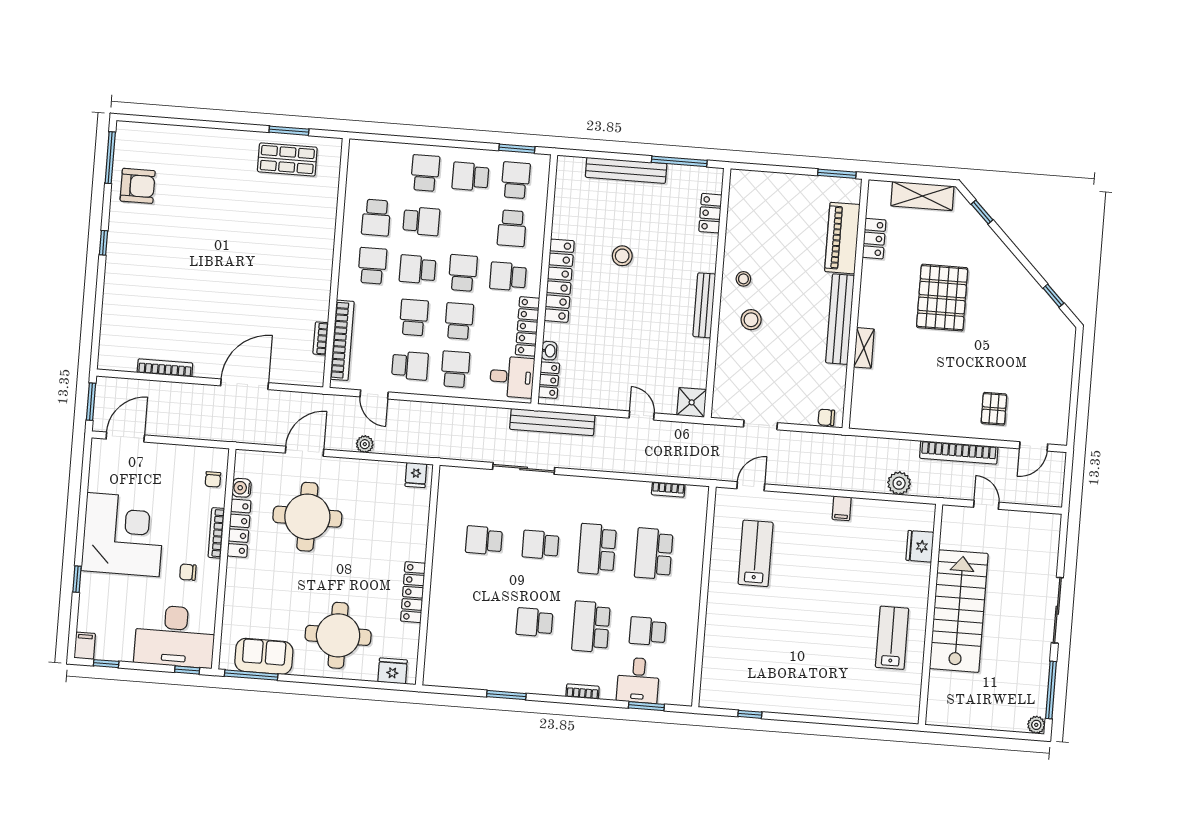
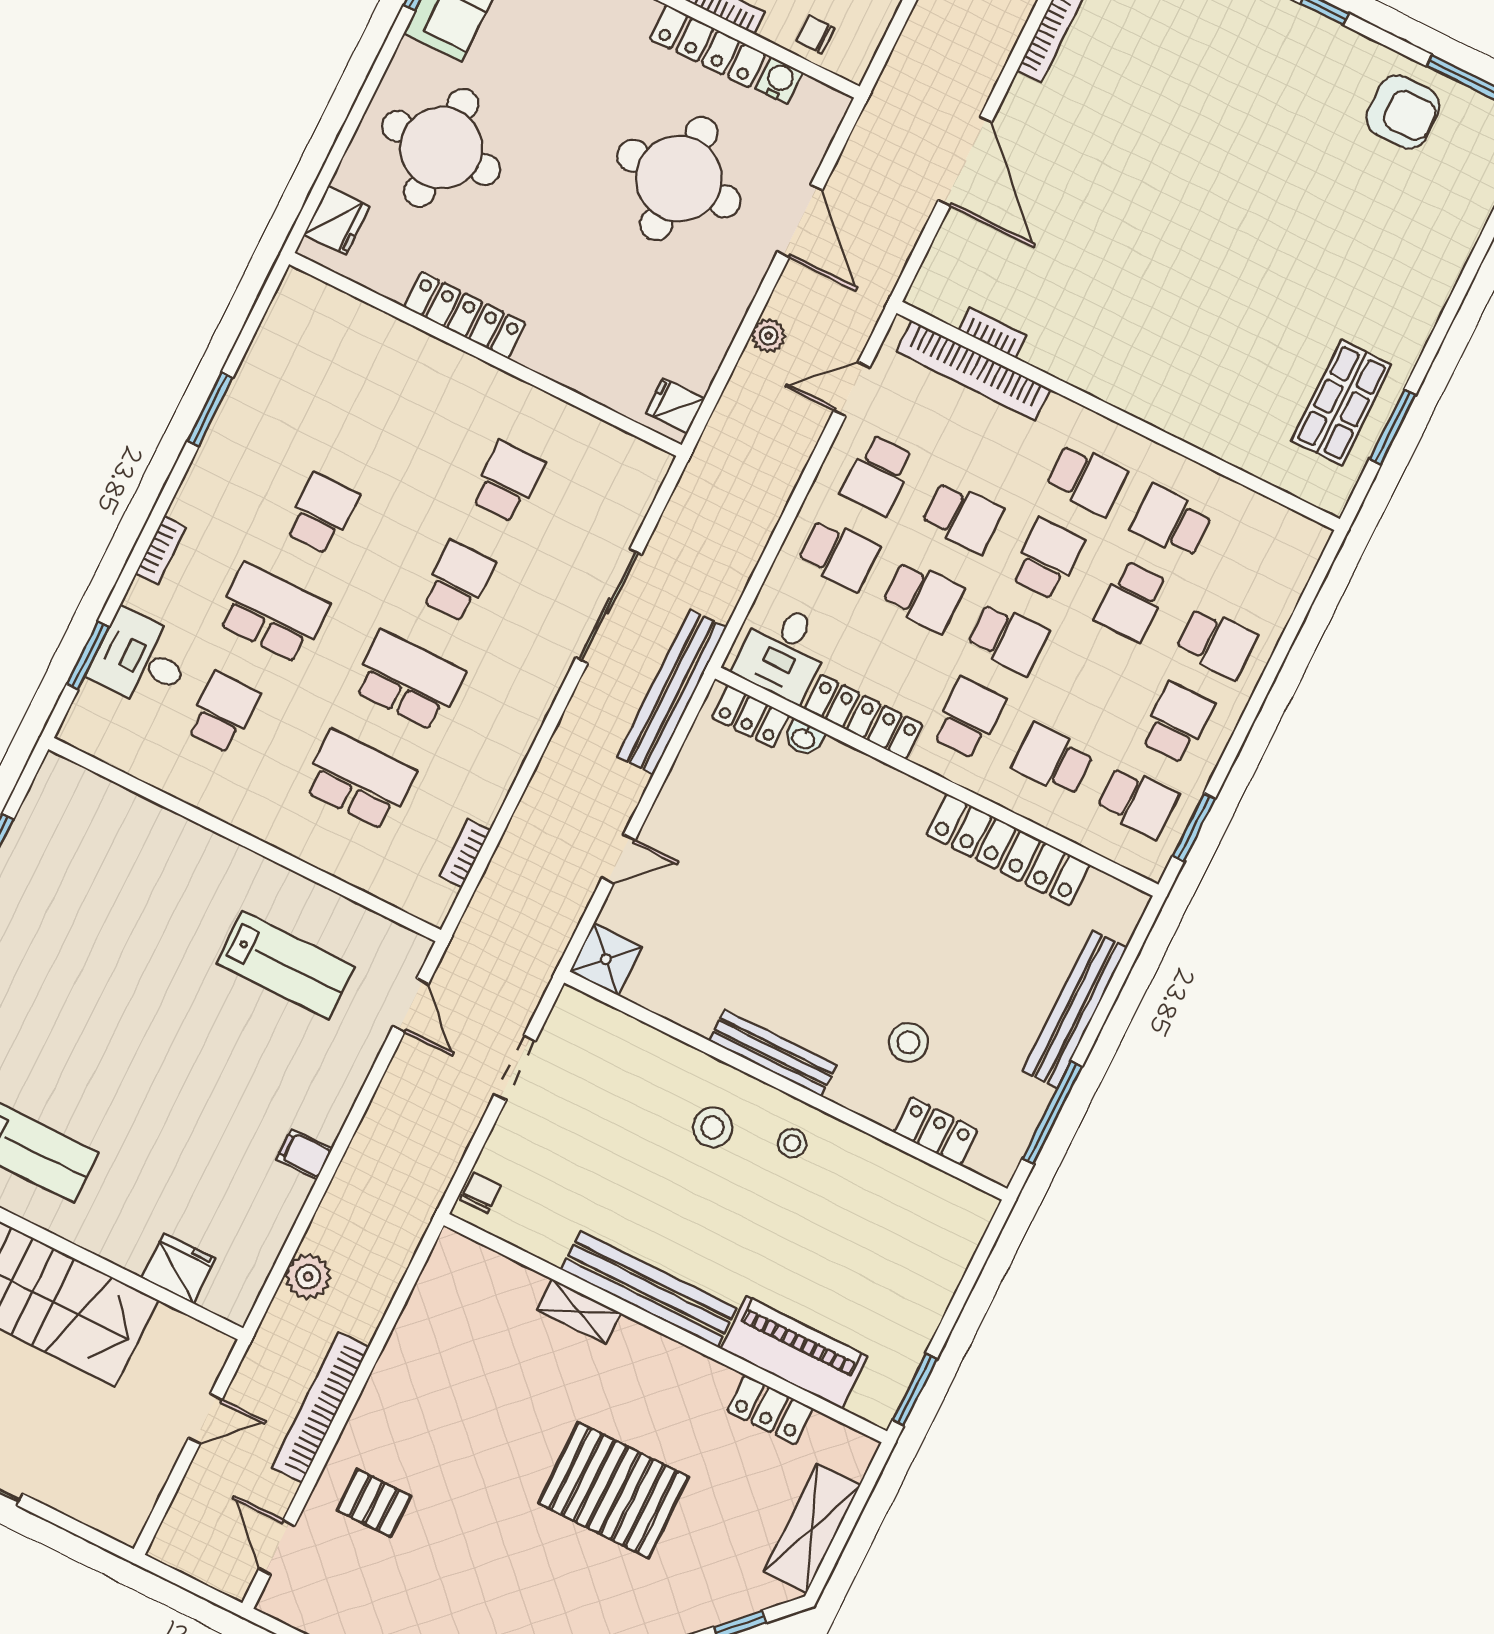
armchair: (138, 186) -> (1403, 112), turned -90
stool: (622, 256) -> (908, 1042), moved
locker: (559, 281) -> (1008, 850), moved

